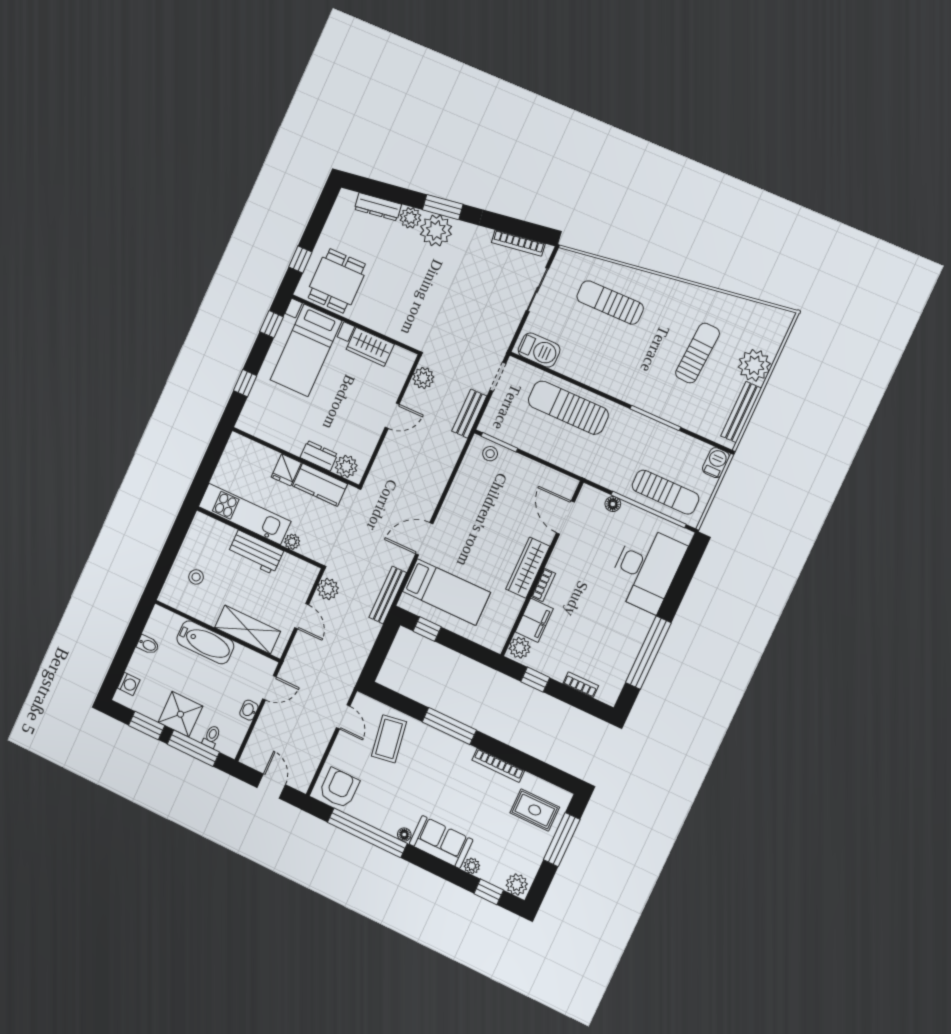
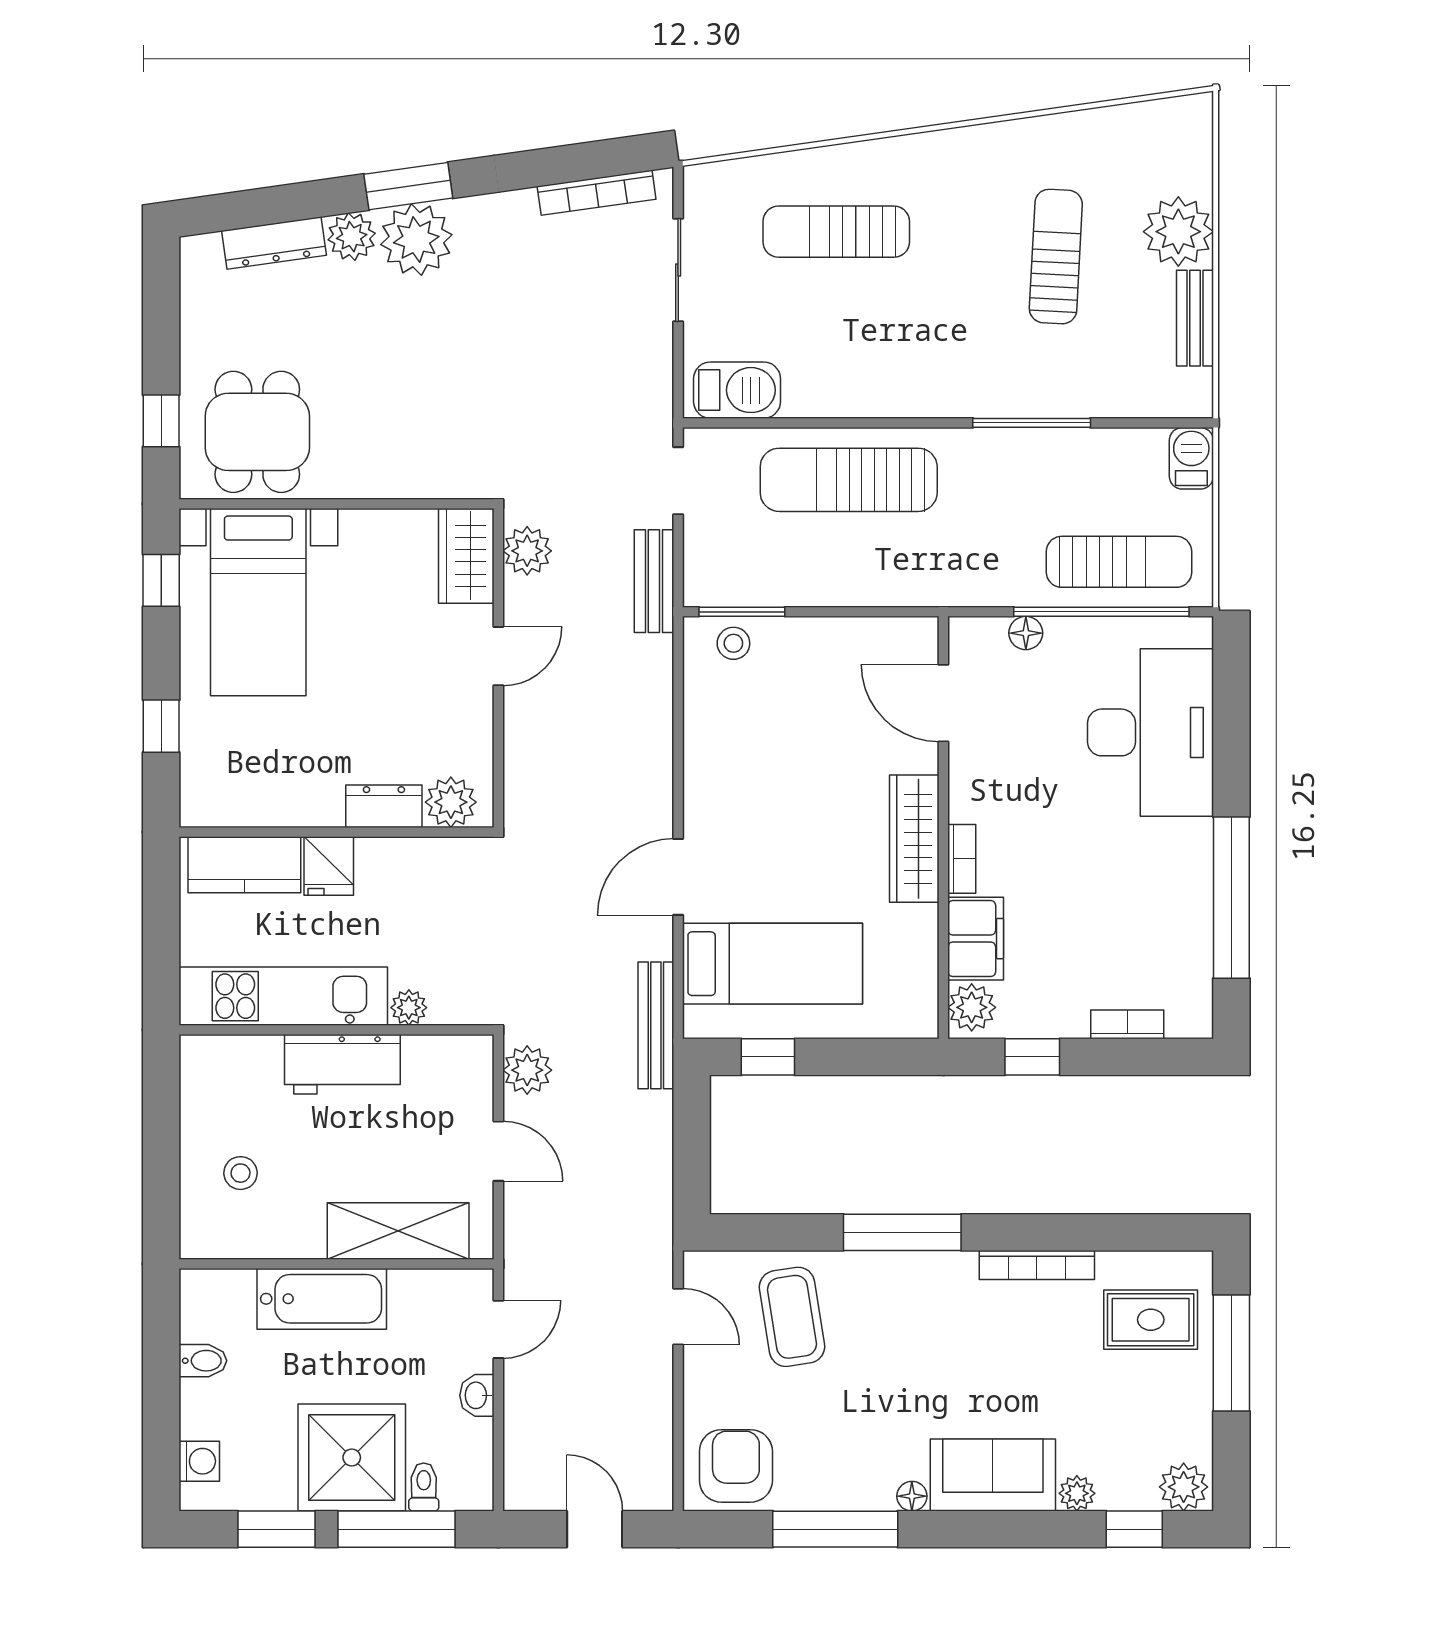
wardrobe: (370, 347) -> (466, 556), moved, turned 90
bench: (741, 412) -> (1195, 318), width x0.73
kitchen counter: (320, 485) -> (244, 865), moved
shower: (180, 714) -> (352, 1458), width x1.37, depth x1.37
window: (367, 833) -> (835, 1529), width x0.68

